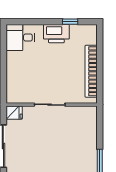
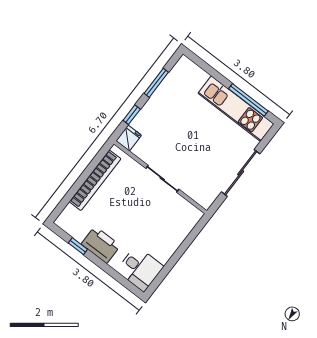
fridge: (14, 113) -> (129, 138), moved, turned 90
window: (100, 130) -> (132, 115), added

